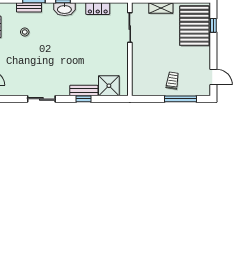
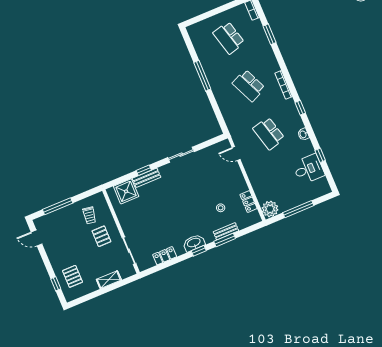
pallet: (194, 26) -> (73, 276), width x0.49, depth x0.50
pallet: (150, 53) -> (101, 236), added
trolley: (172, 81) -> (89, 215), moved

